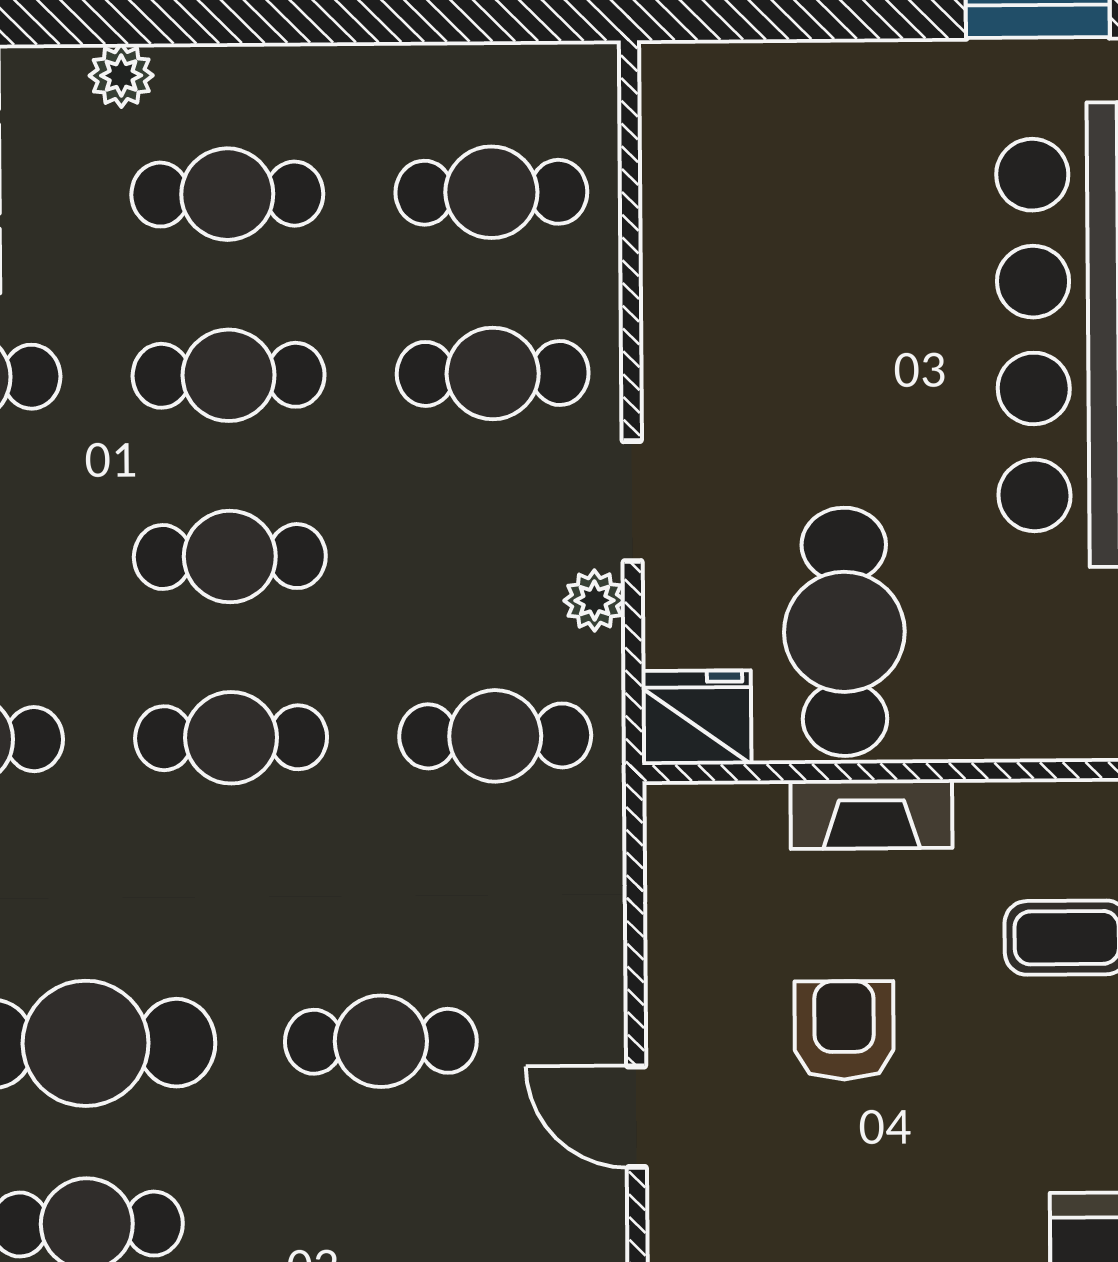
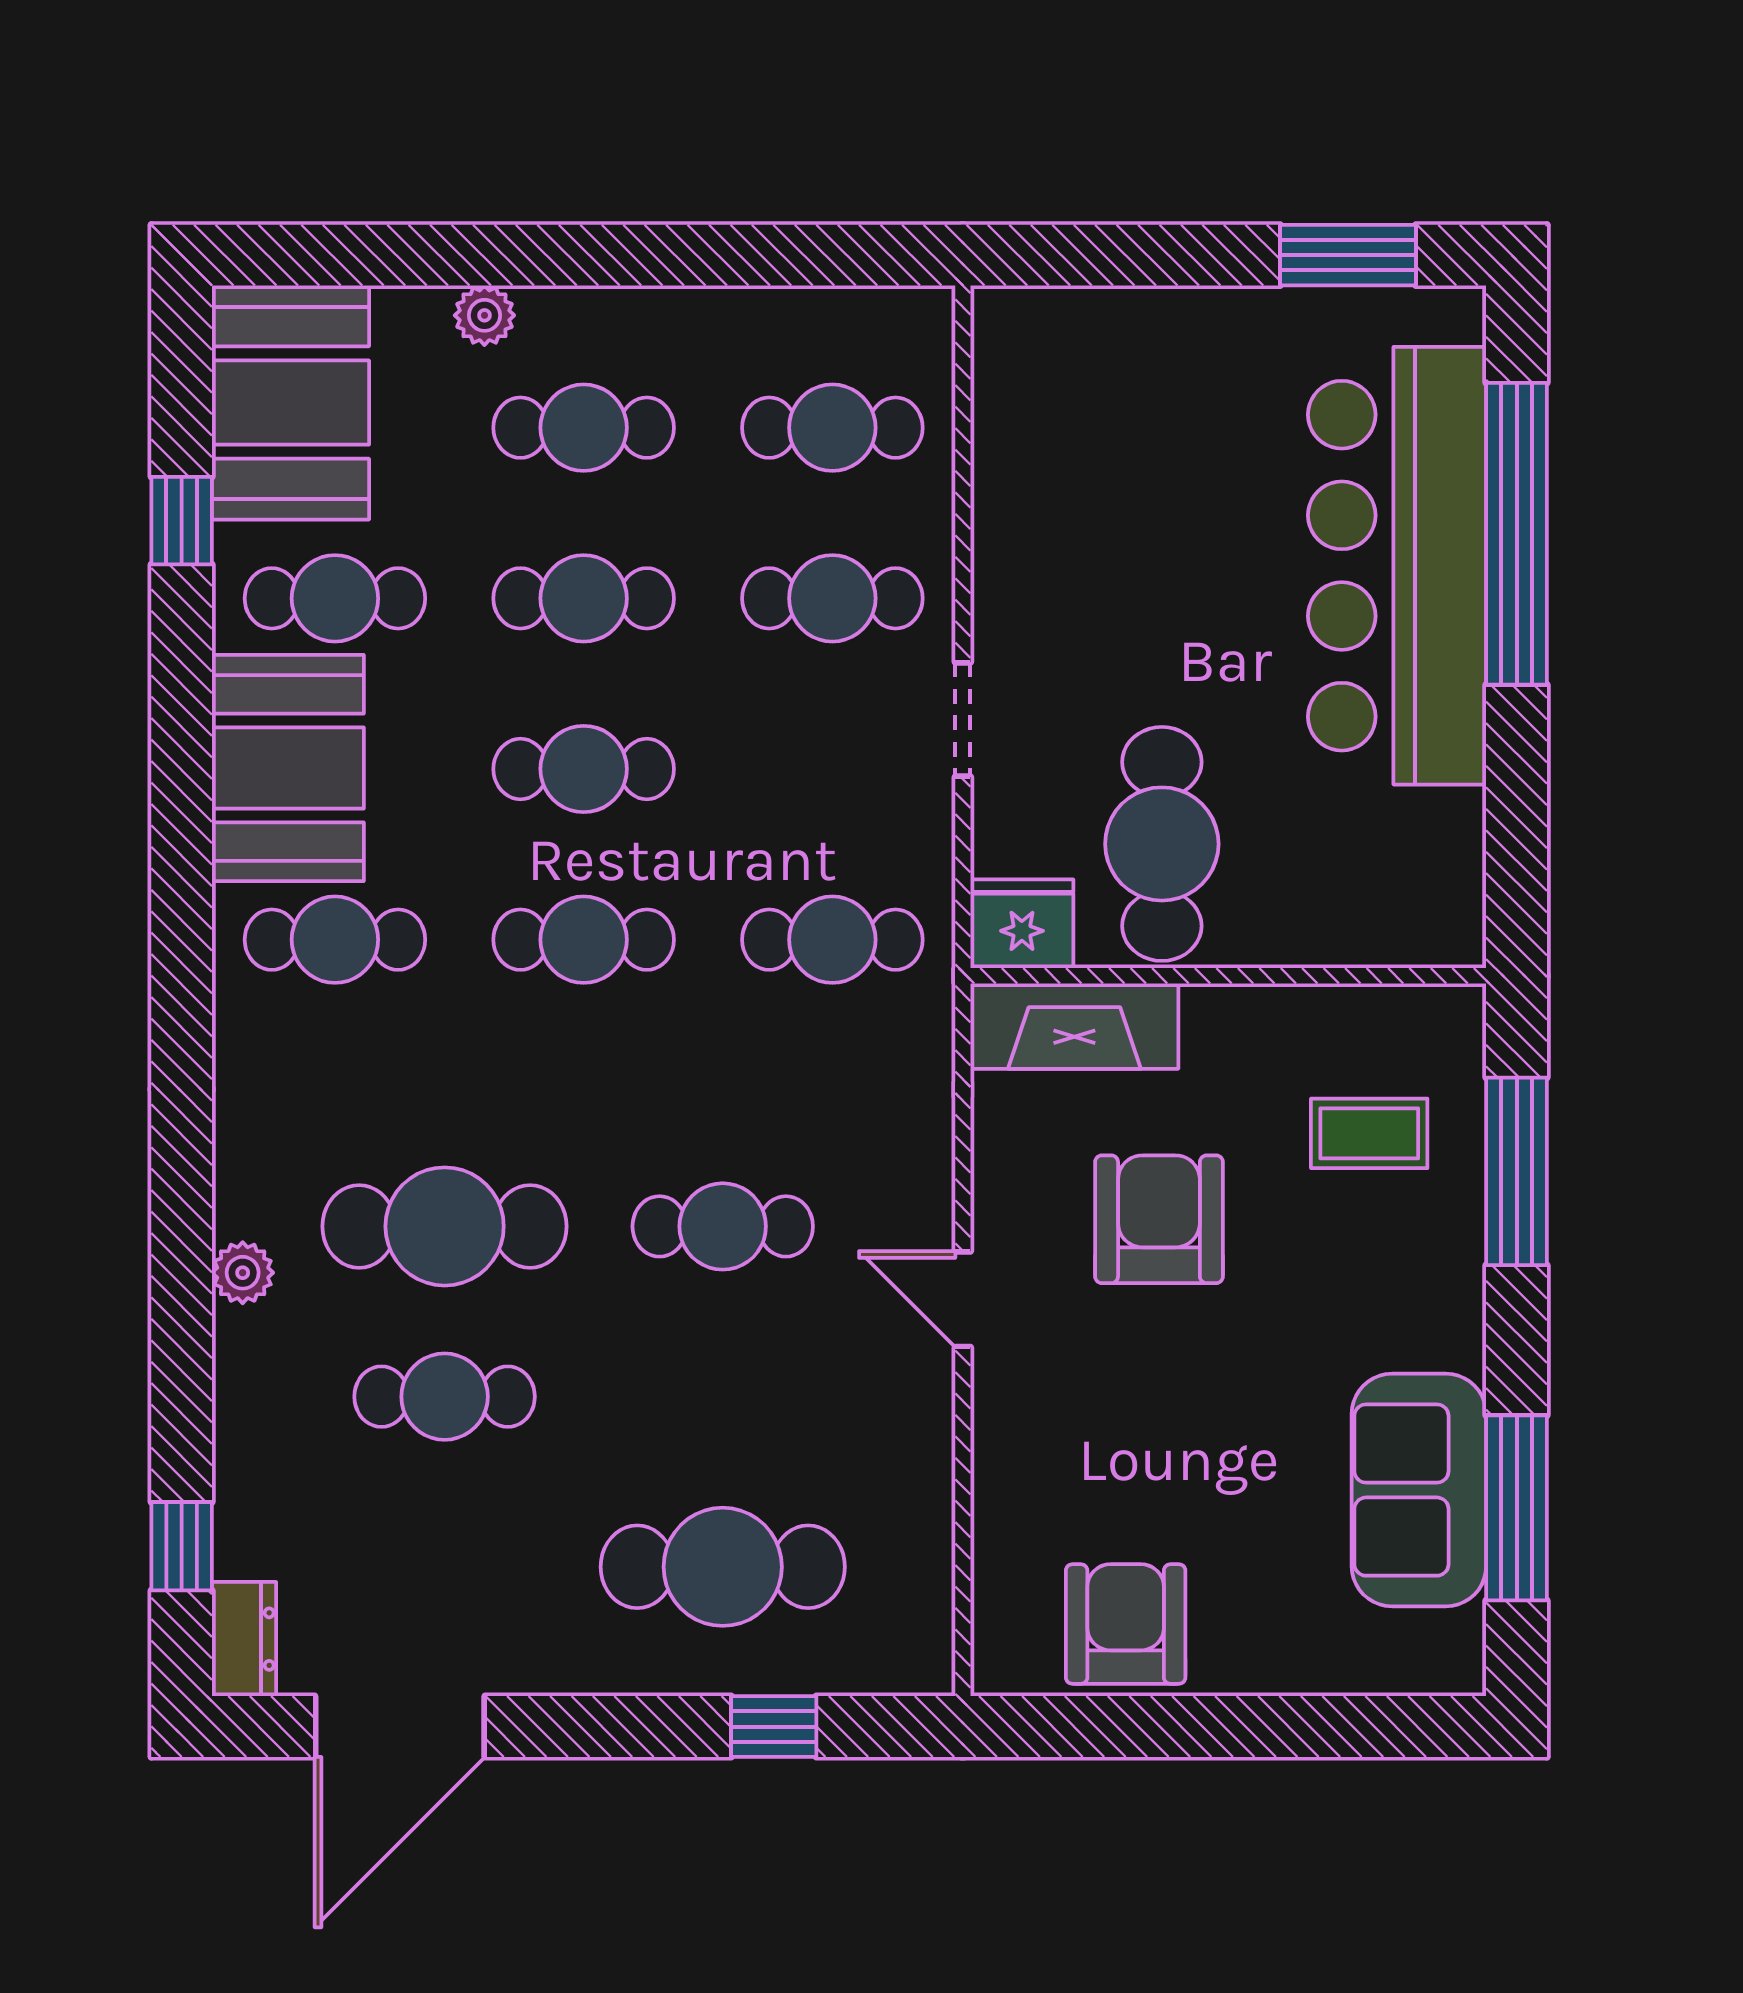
plant: (594, 600) -> (927, 813), removed
fireplace: (871, 814) -> (1074, 1026), moved, width x1.37, depth x1.32
armchair: (844, 1030) -> (1159, 1219), width x1.38, depth x1.38

